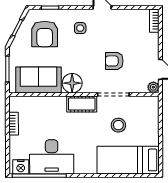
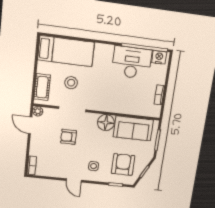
armchair: (114, 61) -> (69, 137), turned 180
cot: (82, 104) -> (42, 87), moved, turned 90

